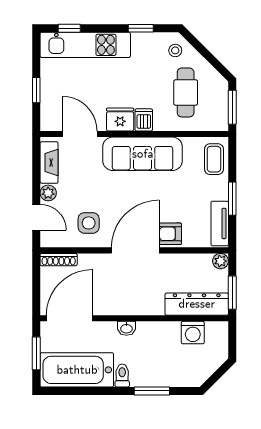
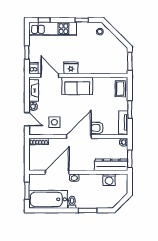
cafe table: (186, 92) -> (105, 54), removed
dishwasher: (144, 120) -> (34, 68), moved
sofa: (143, 154) -> (77, 86), width x0.73
door: (69, 318) -> (57, 172), moved

